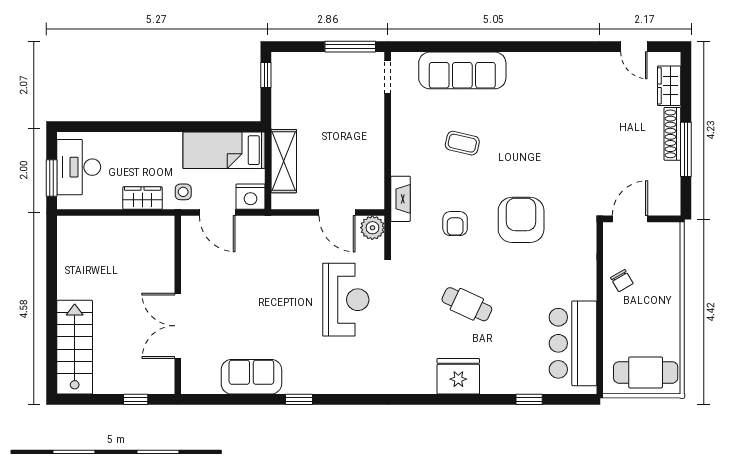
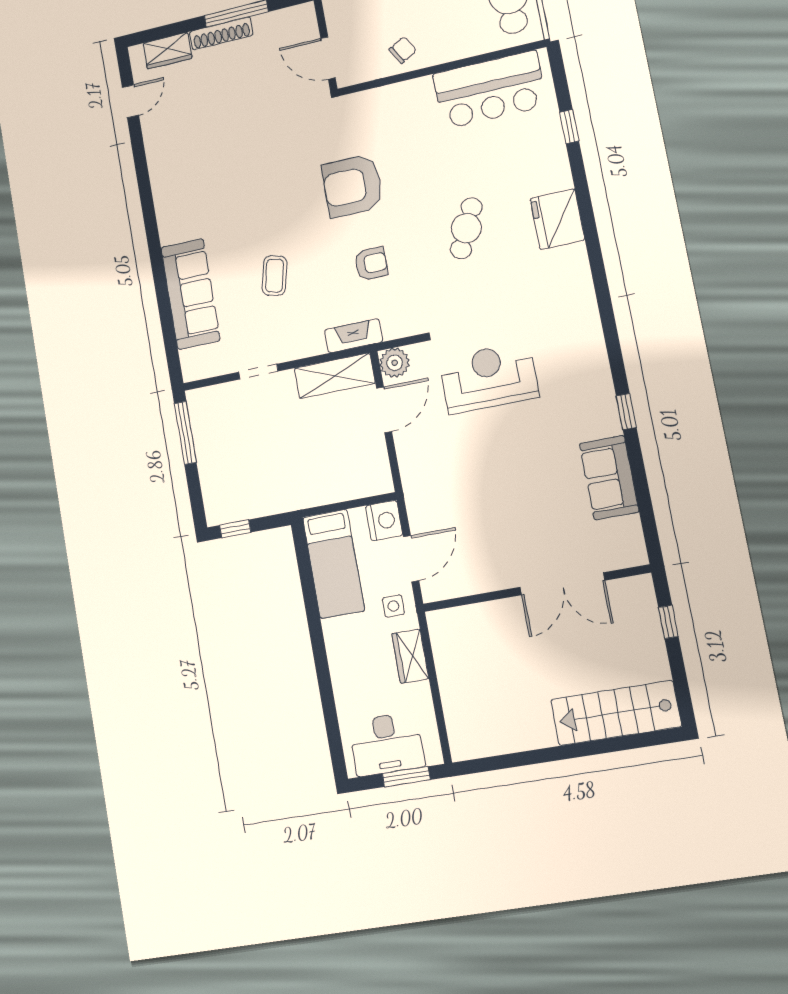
doorway: (388, 77) -> (258, 372), moved
shelving: (284, 161) -> (335, 376), moved

